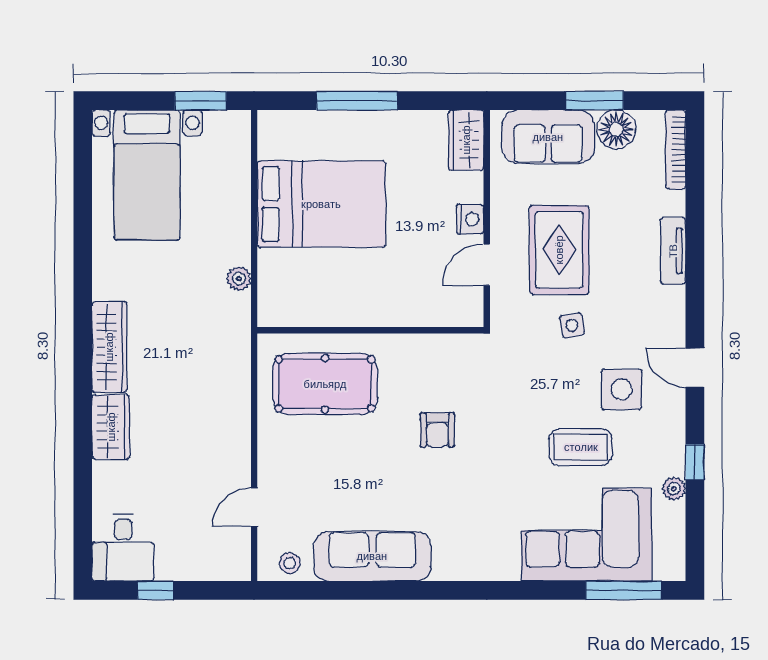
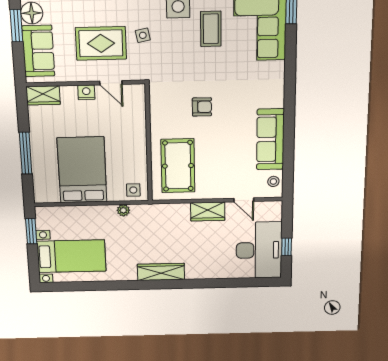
side table: (279, 299) -> (133, 190), added
wardrobe: (111, 427) -> (208, 212), moved, turned 180
desk: (123, 548) -> (259, 250), width x1.87, depth x1.30

